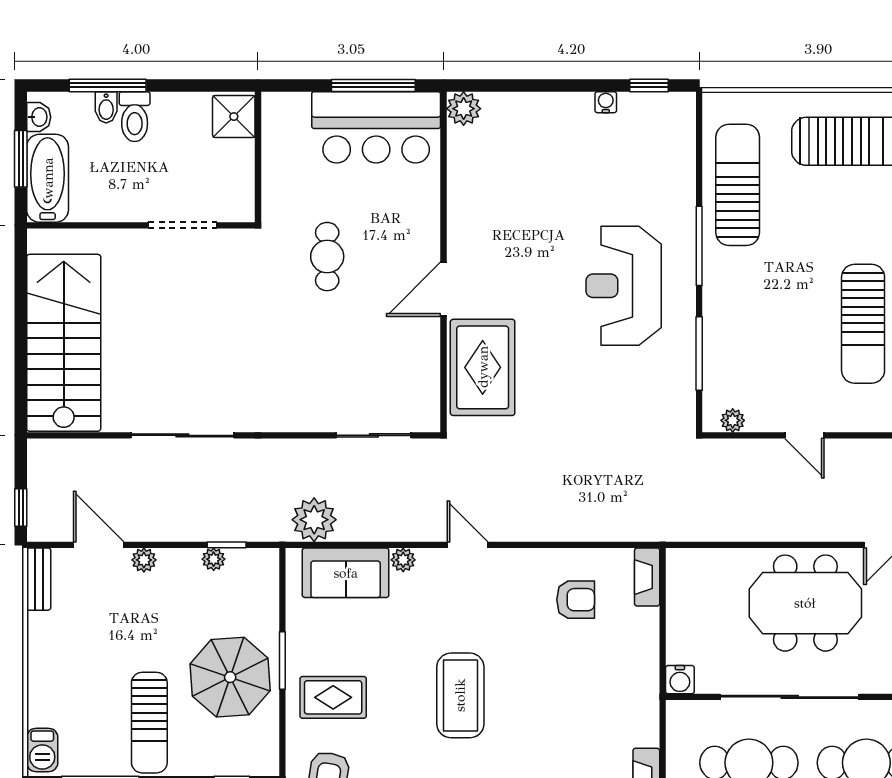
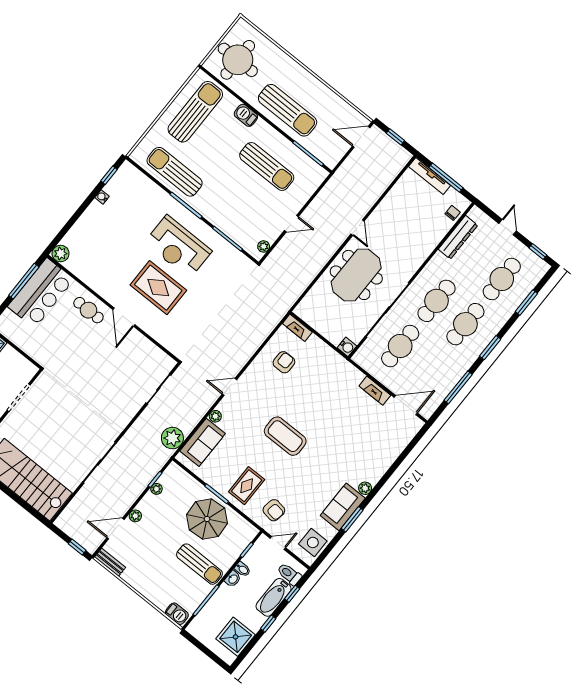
cafe table: (327, 257) -> (88, 310), moved
rug: (483, 367) -> (158, 288), moved

